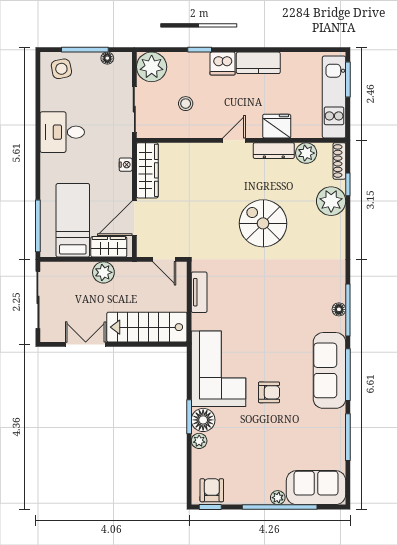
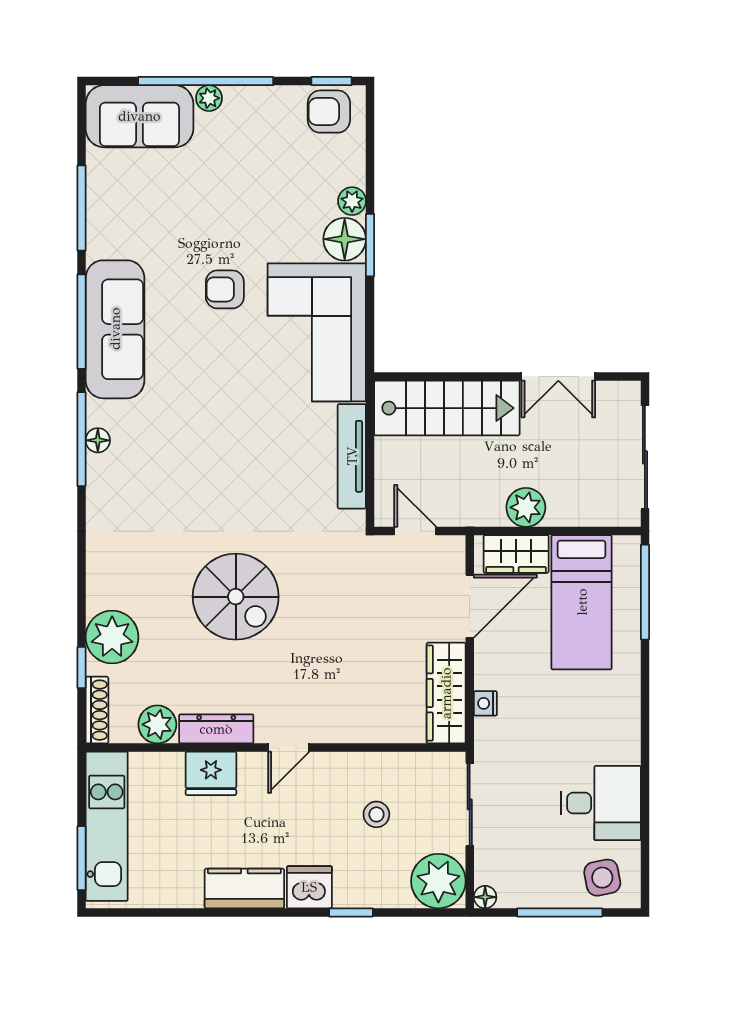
floor lamp: (107, 58) -> (485, 897), moved
desk: (62, 132) -> (601, 803), moved
tv unit: (199, 292) -> (352, 456), width x1.41
armchair: (212, 490) -> (329, 112), turned 90

